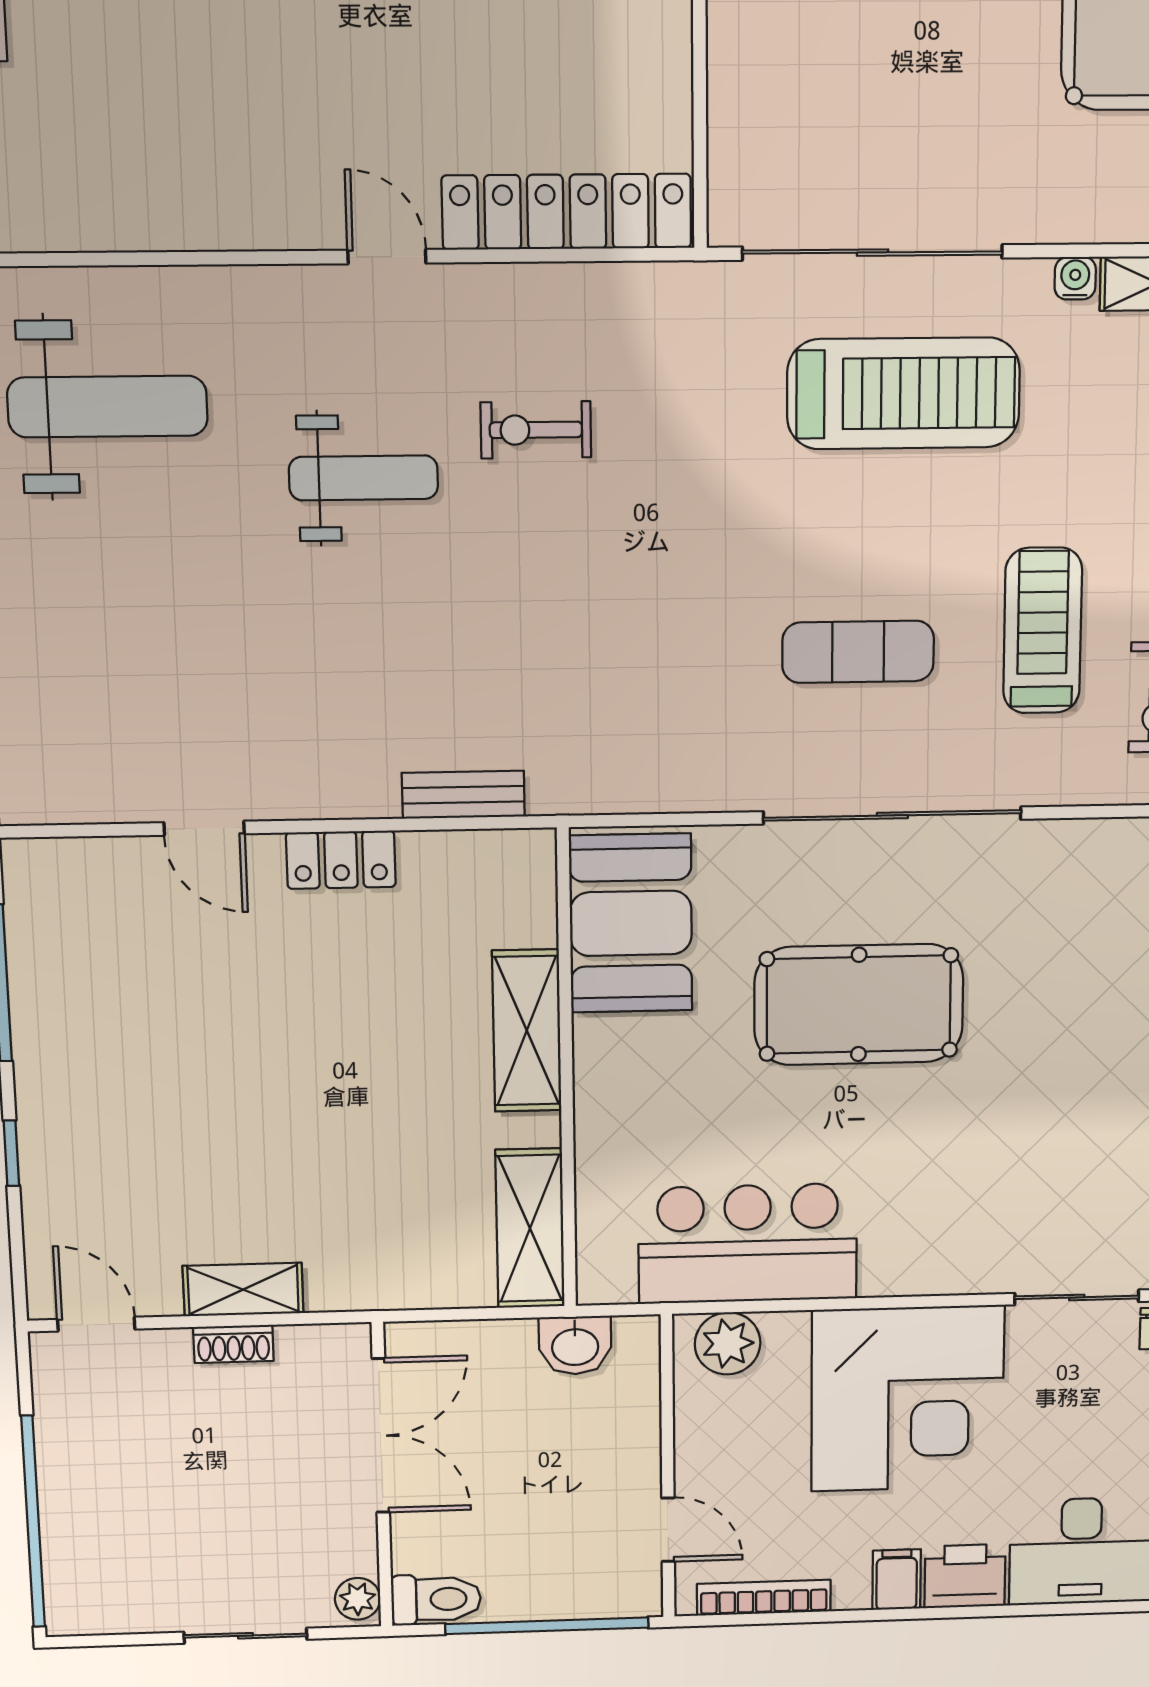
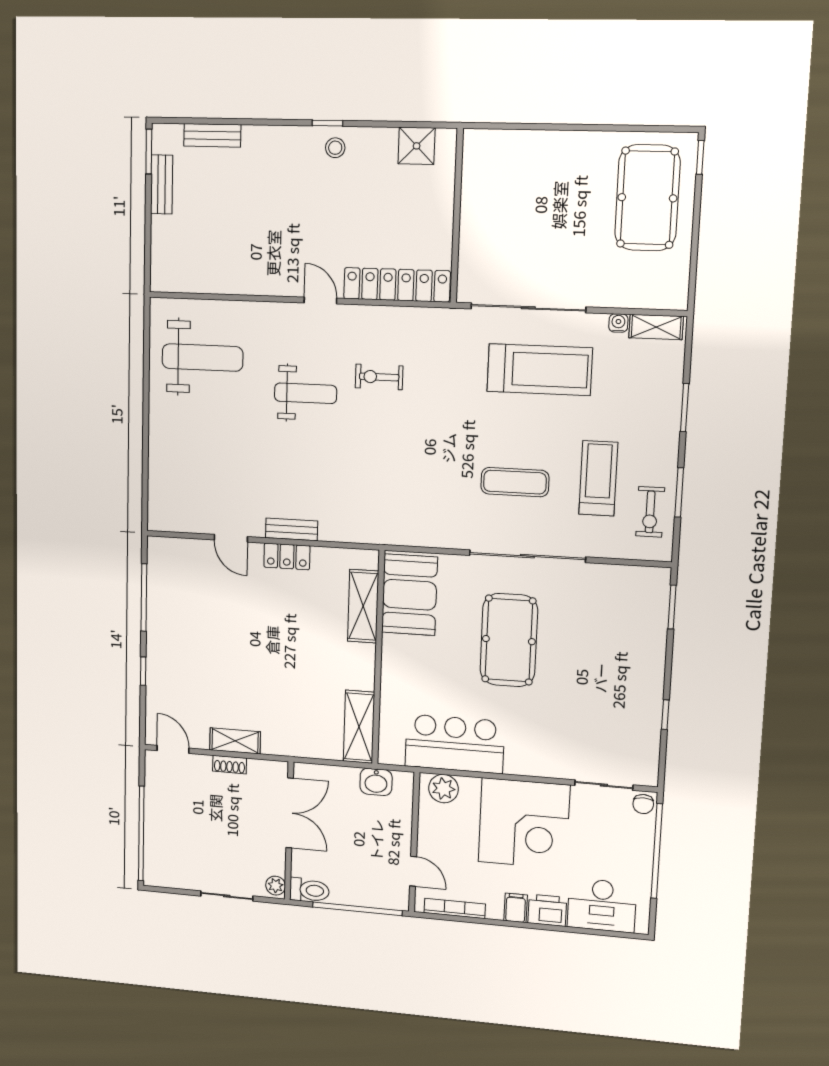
bench: (463, 795) -> (291, 529), moved
pool table: (859, 1005) -> (509, 640), turned 90
shelving: (527, 1031) -> (363, 606), moved

